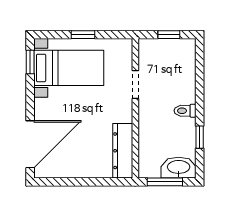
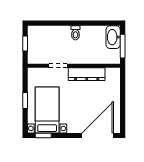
window: (200, 137) -> (93, 23), removed
door: (30, 144) -> (98, 136), hinge flipped
dresser: (123, 151) -> (87, 74), moved

